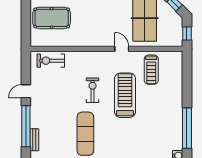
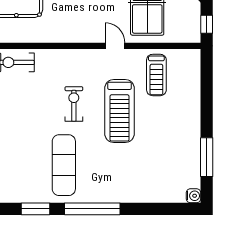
treadmill: (125, 95) -> (120, 111), turned 180
window: (187, 128) -> (207, 157), width x0.68

